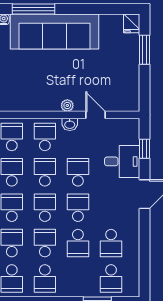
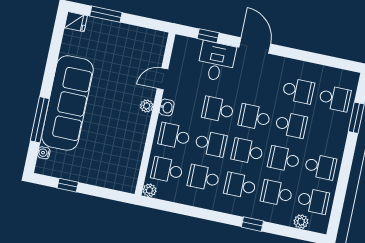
school desk: (45, 172) -> (211, 144), turned 180

